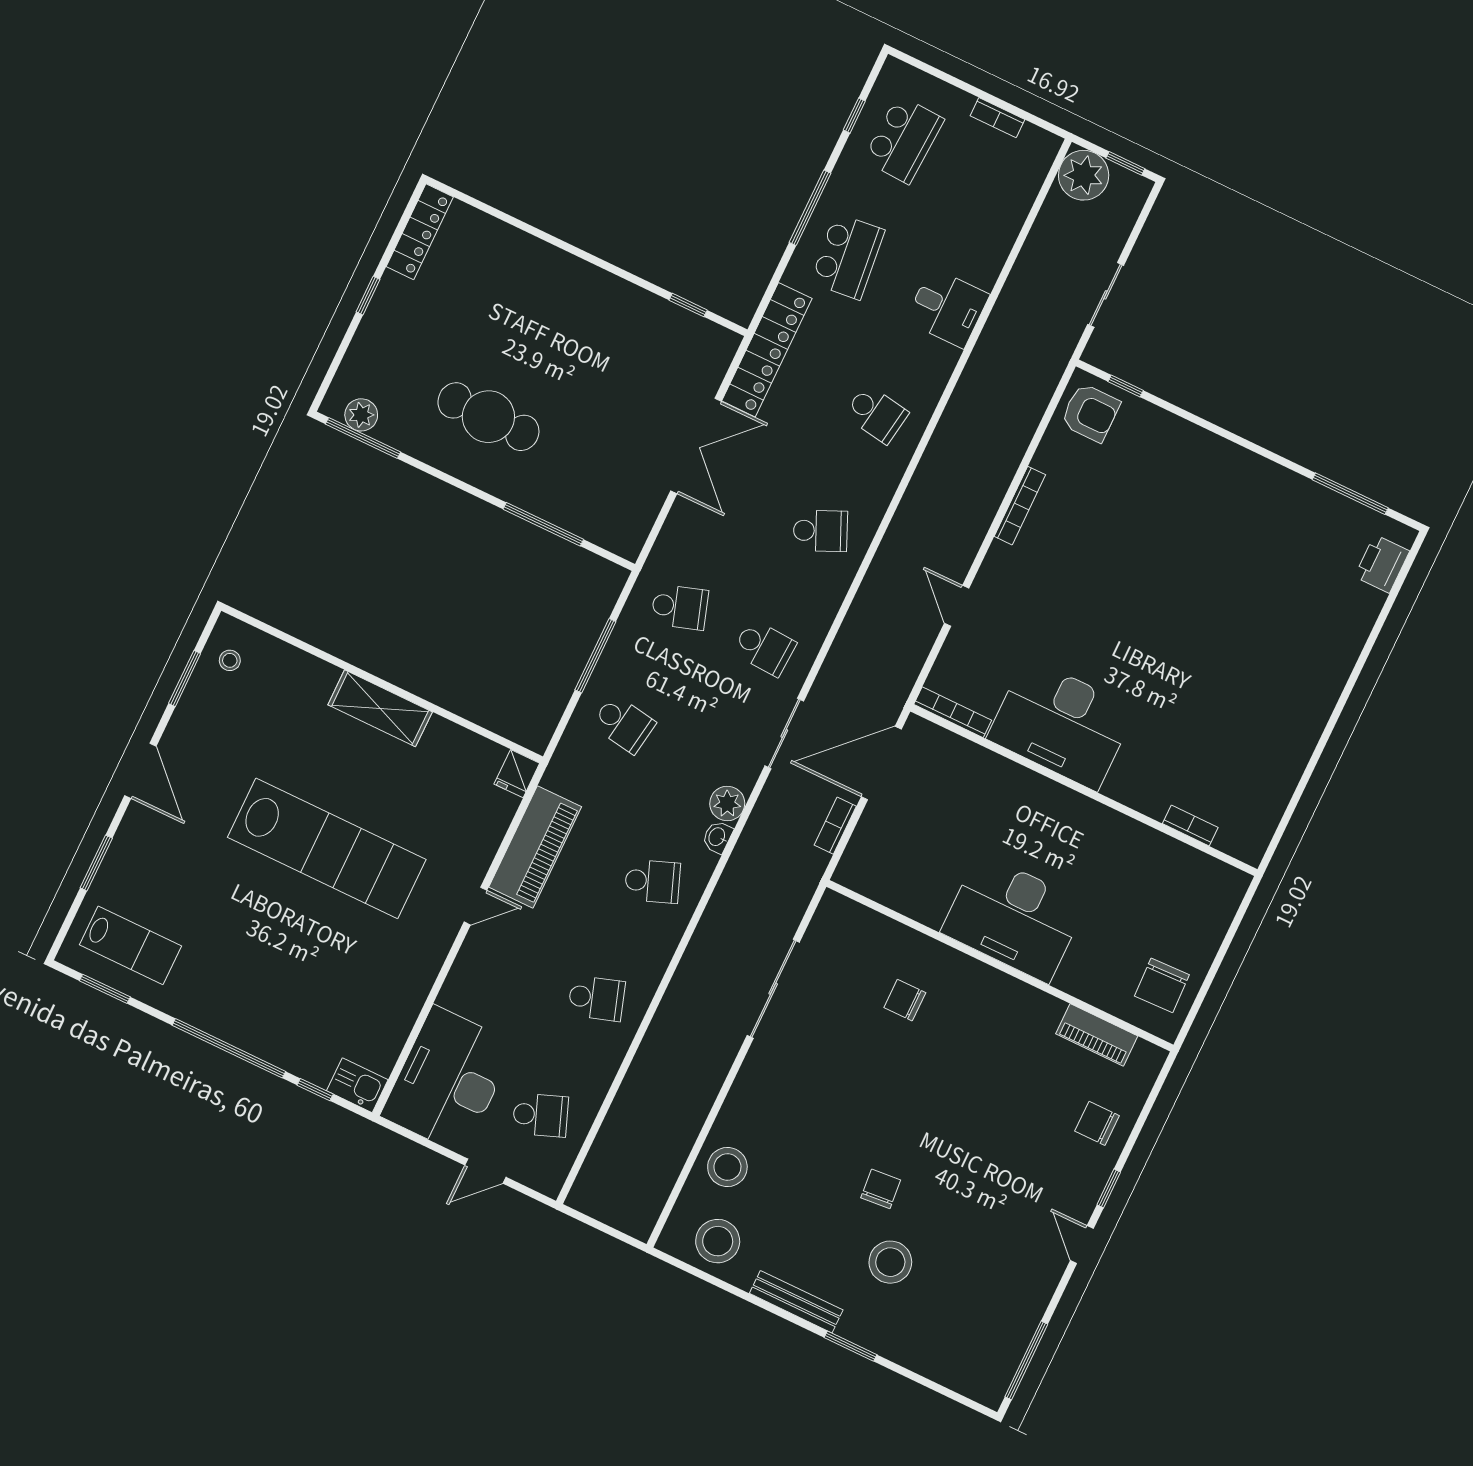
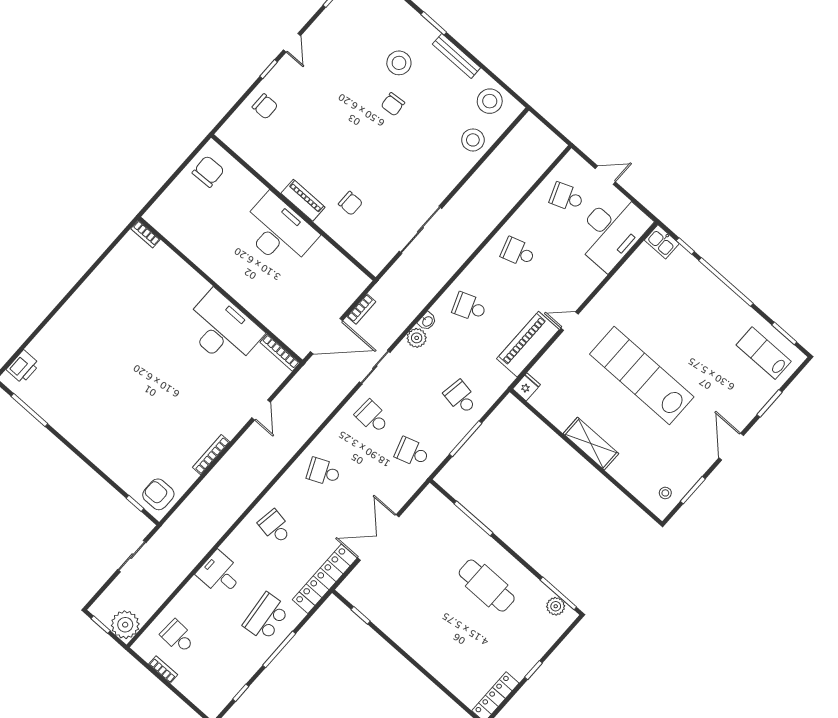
school desk: (904, 140) -> (178, 637), moved, width x0.54
bookcase: (1190, 826) -> (145, 234), moved
piano: (1097, 1035) -> (303, 200), moved

